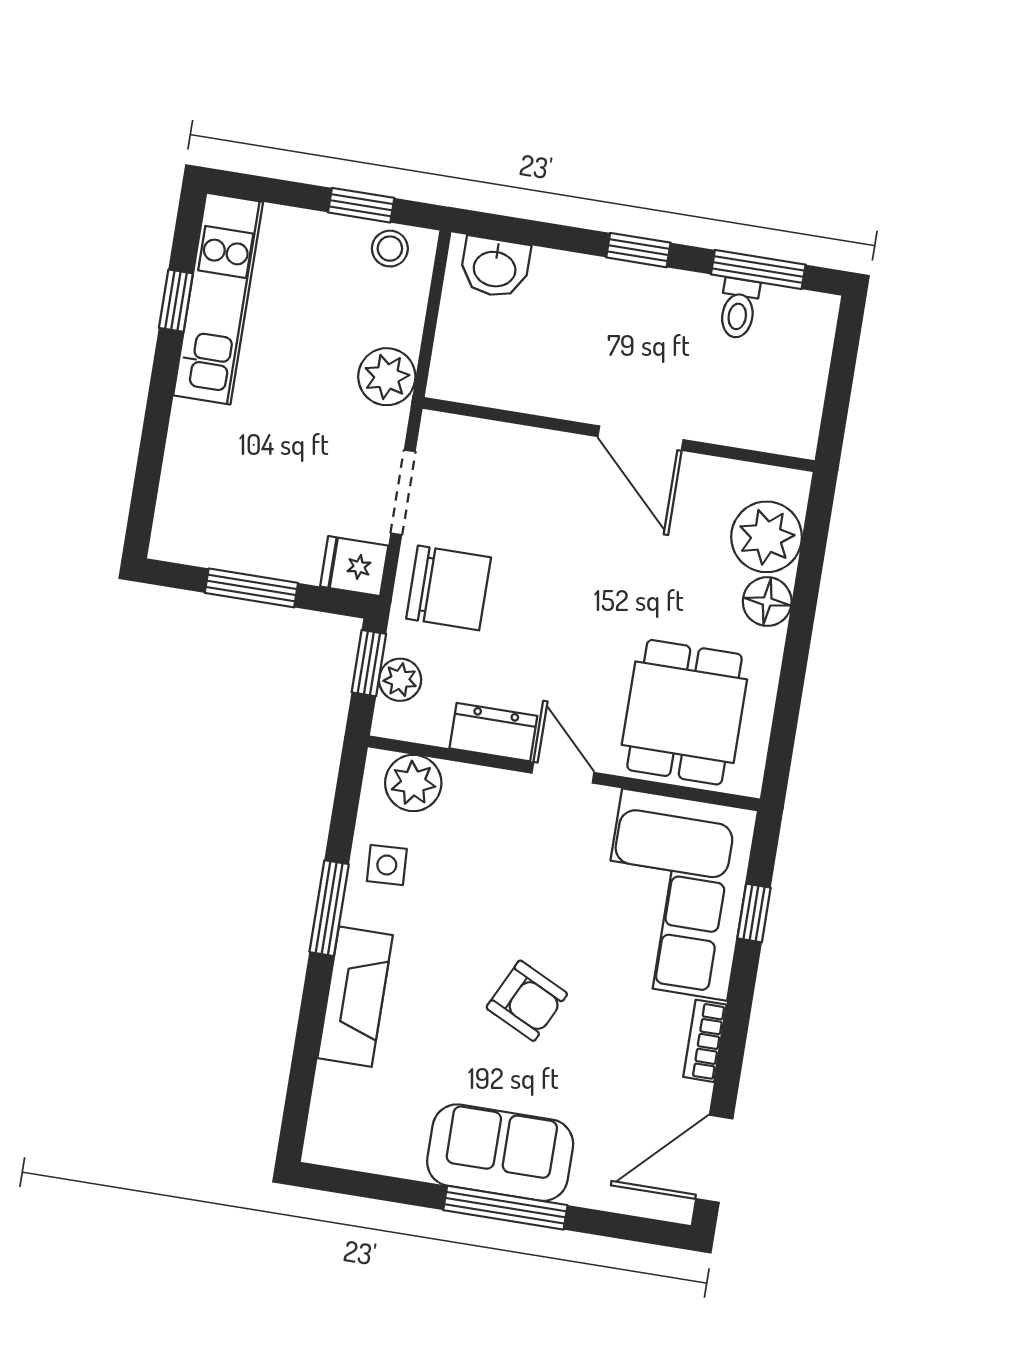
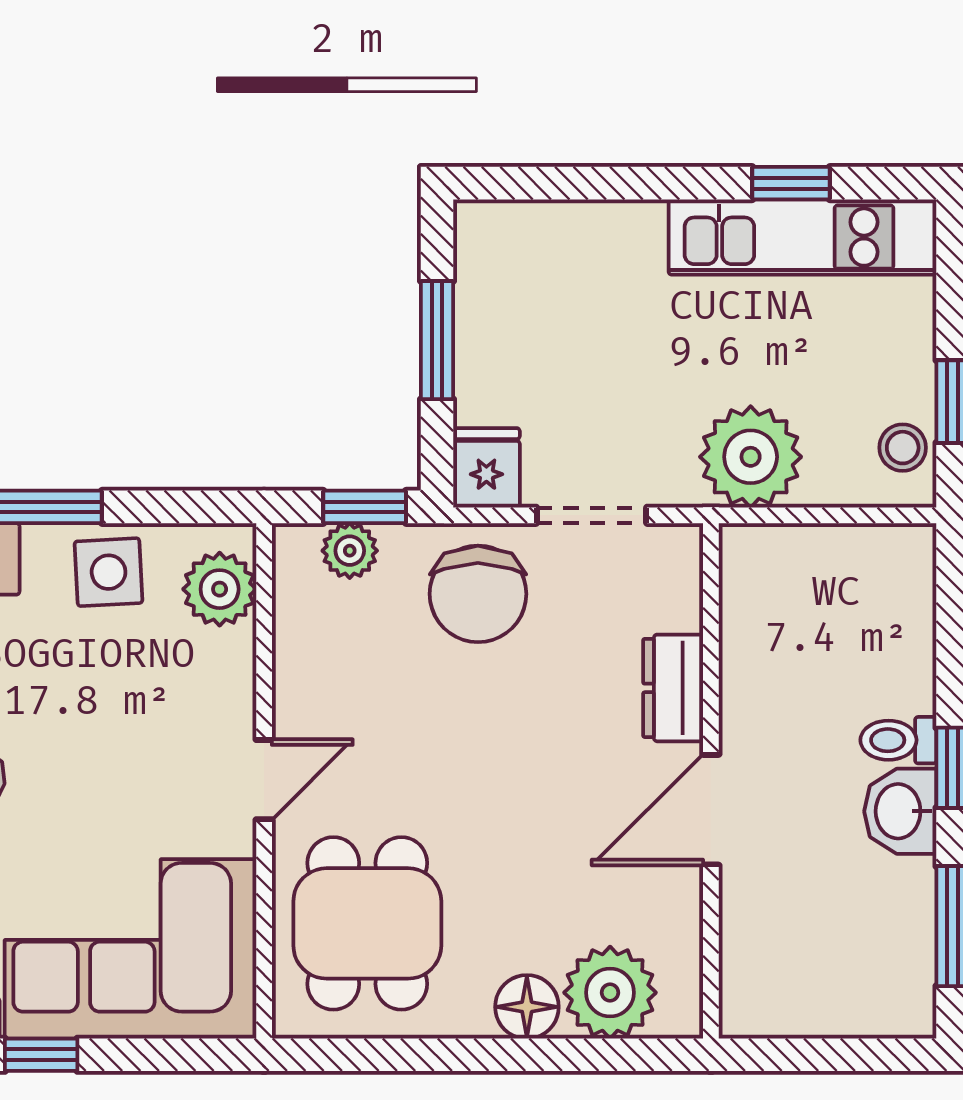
washbasin: (495, 267) -> (900, 811), moved
toilet: (739, 308) -> (898, 740), moved
plant: (387, 377) -> (751, 457), width x1.36, depth x1.36
dining table: (684, 712) -> (367, 923), turned 90
dresser: (493, 732) -> (673, 688), moved, turned 180
side table: (387, 865) -> (109, 572), width x1.37, depth x1.37
window: (754, 913) -> (41, 1055), moved

